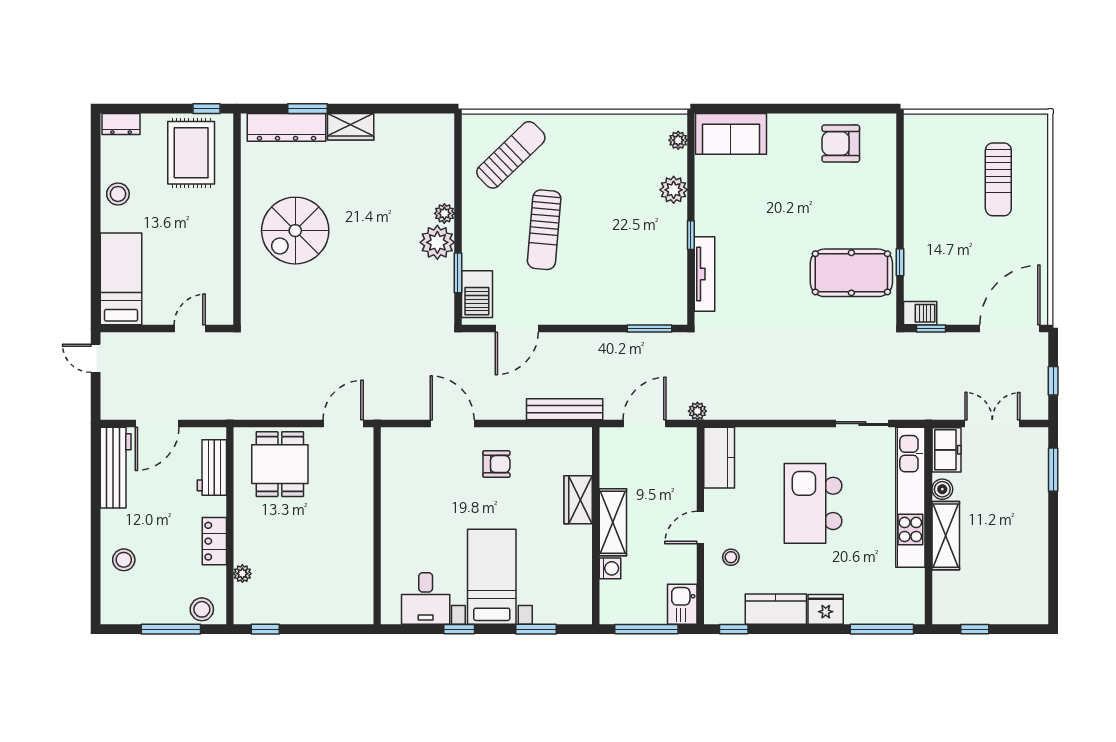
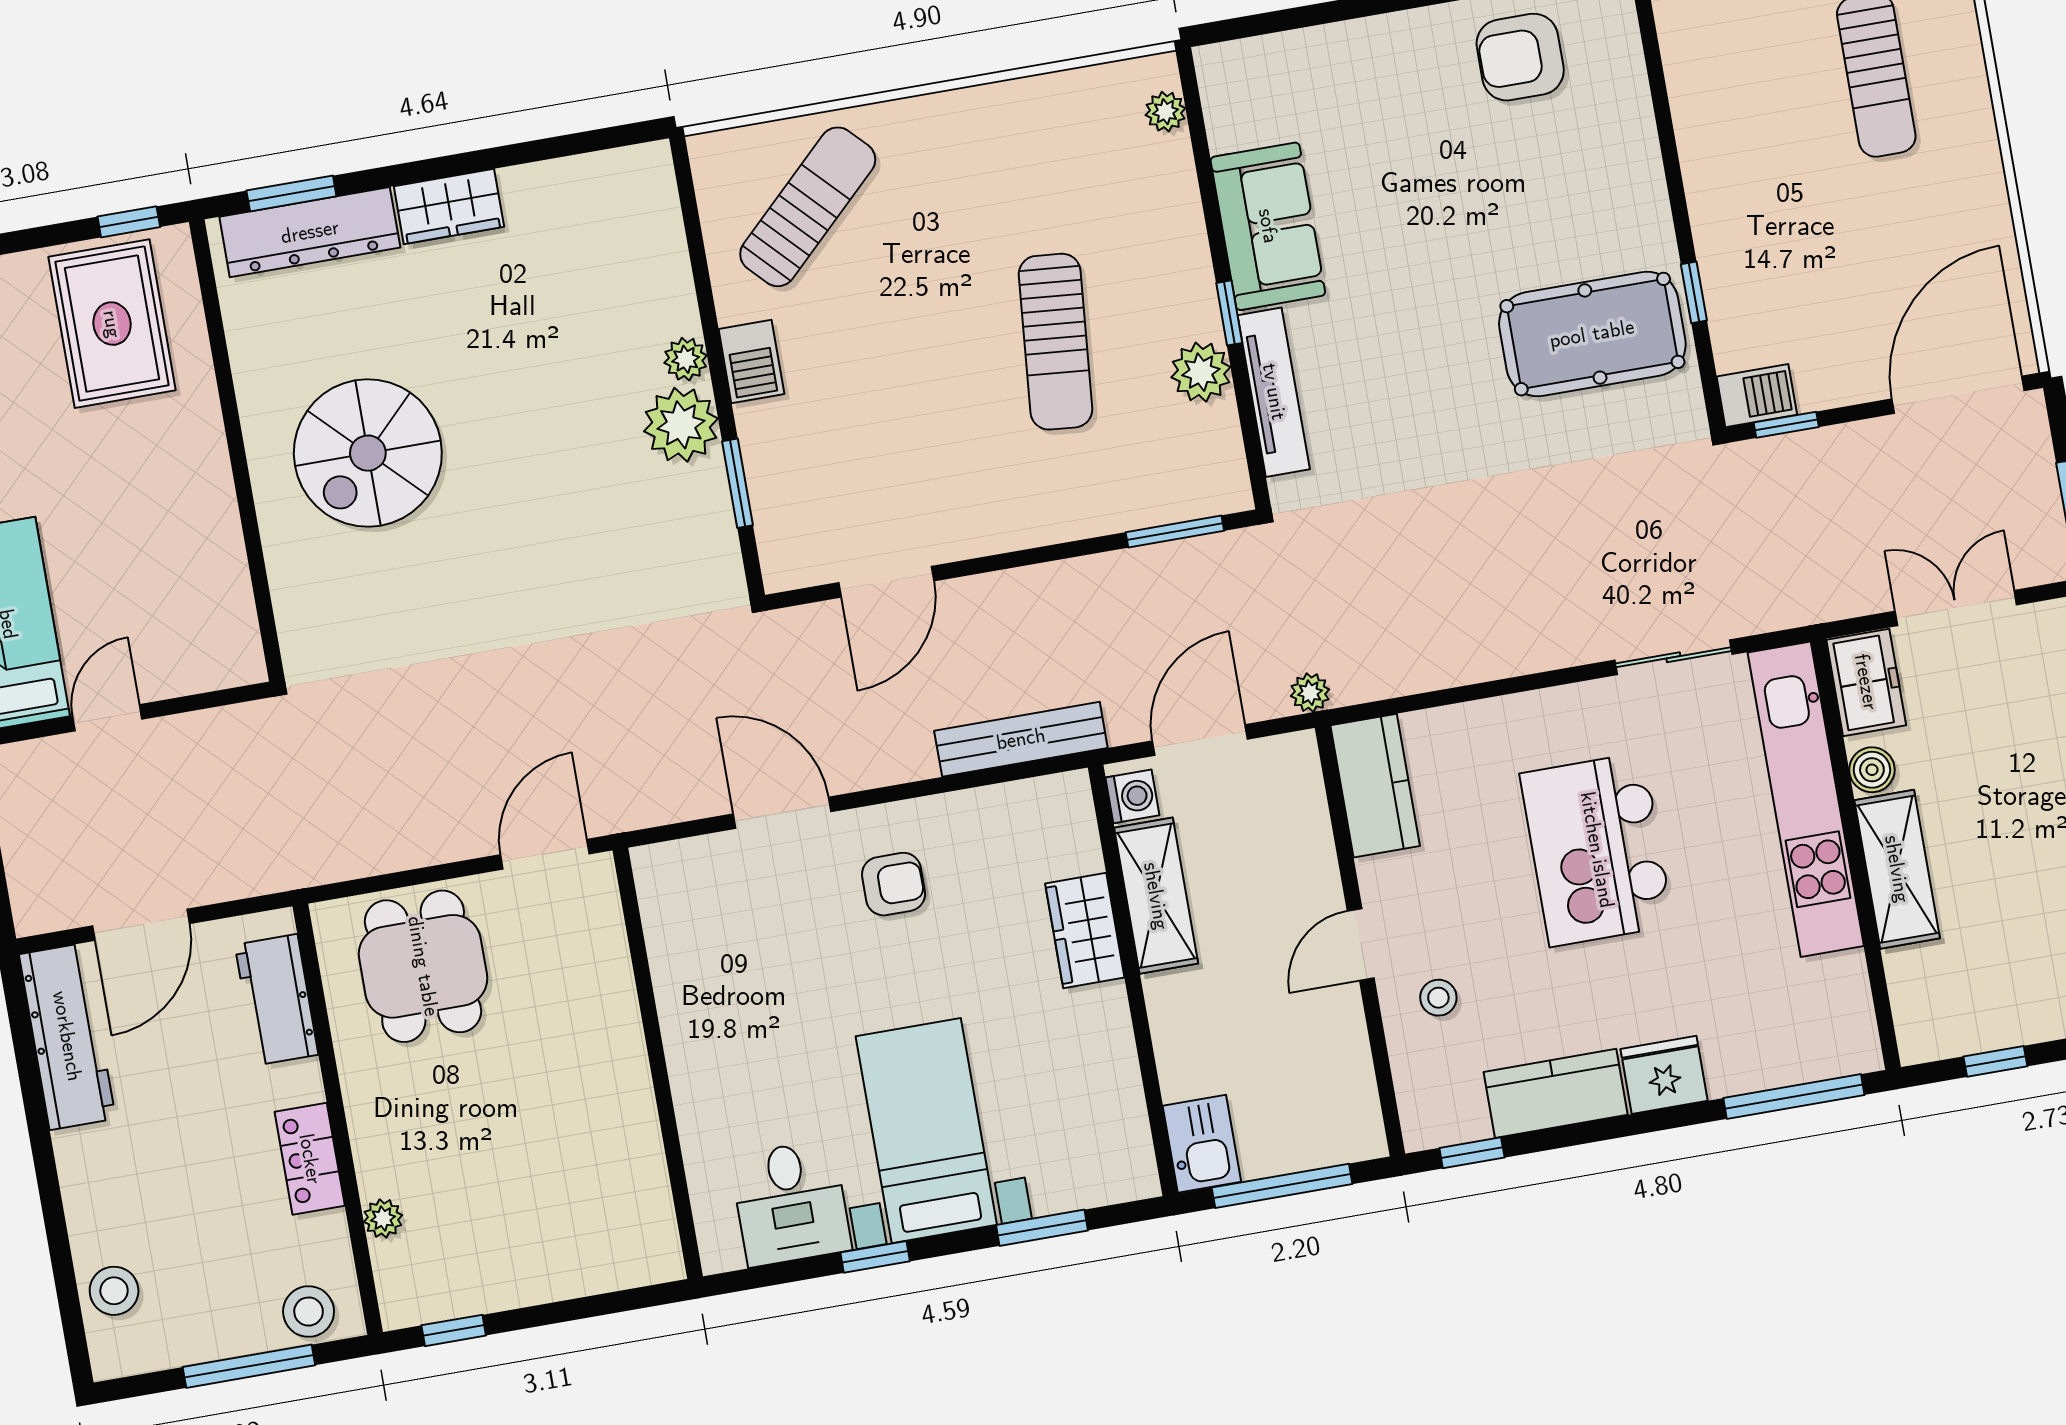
window: (307, 109) -> (291, 193), moved
sofa: (731, 134) -> (1268, 226), moved, turned -90
plant: (674, 190) -> (1201, 372), moved
sun lounger: (544, 230) -> (1056, 342), moved
barbecue: (477, 294) -> (751, 361), moved, width x0.73, depth x0.79
door: (190, 328) -> (107, 718), moved
shelving: (613, 522) -> (1156, 896), moved
stool: (124, 560) -> (114, 1291), moved
washing machine: (610, 568) -> (1132, 796), moved
kitchen sink: (682, 604) -> (1202, 1144), moved, turned 180

